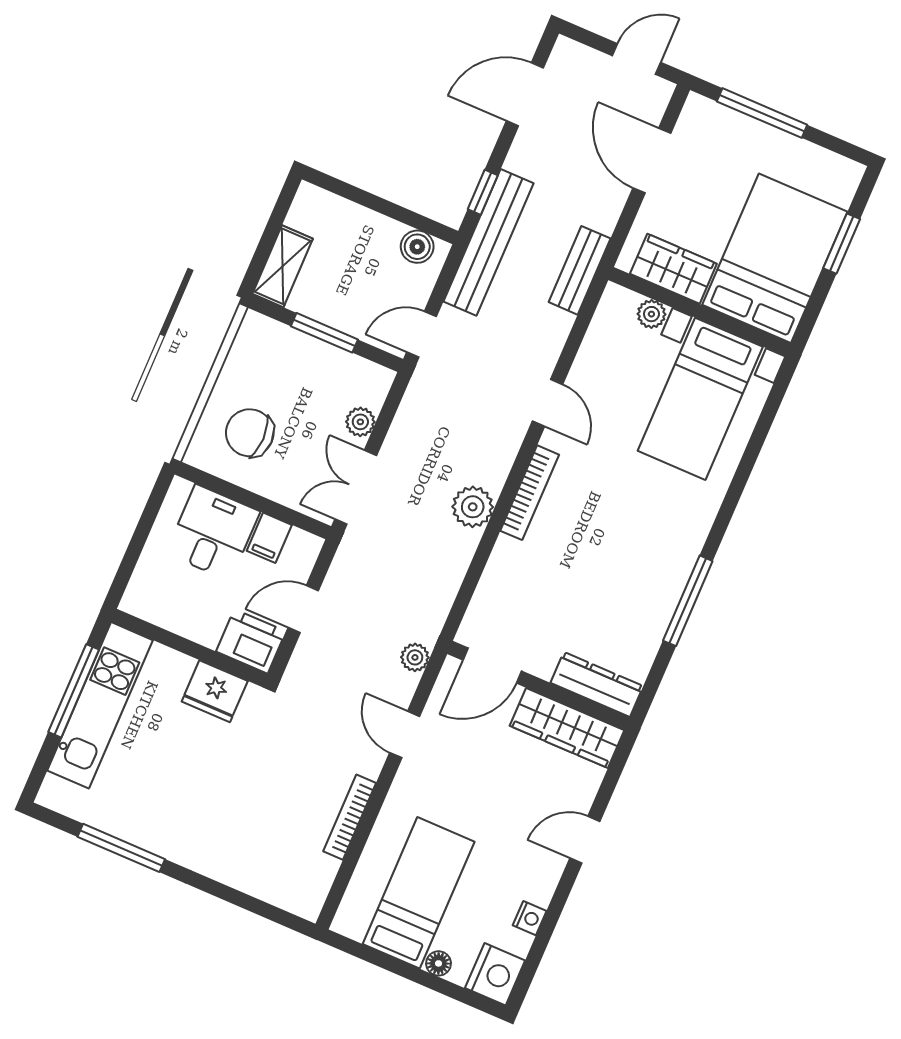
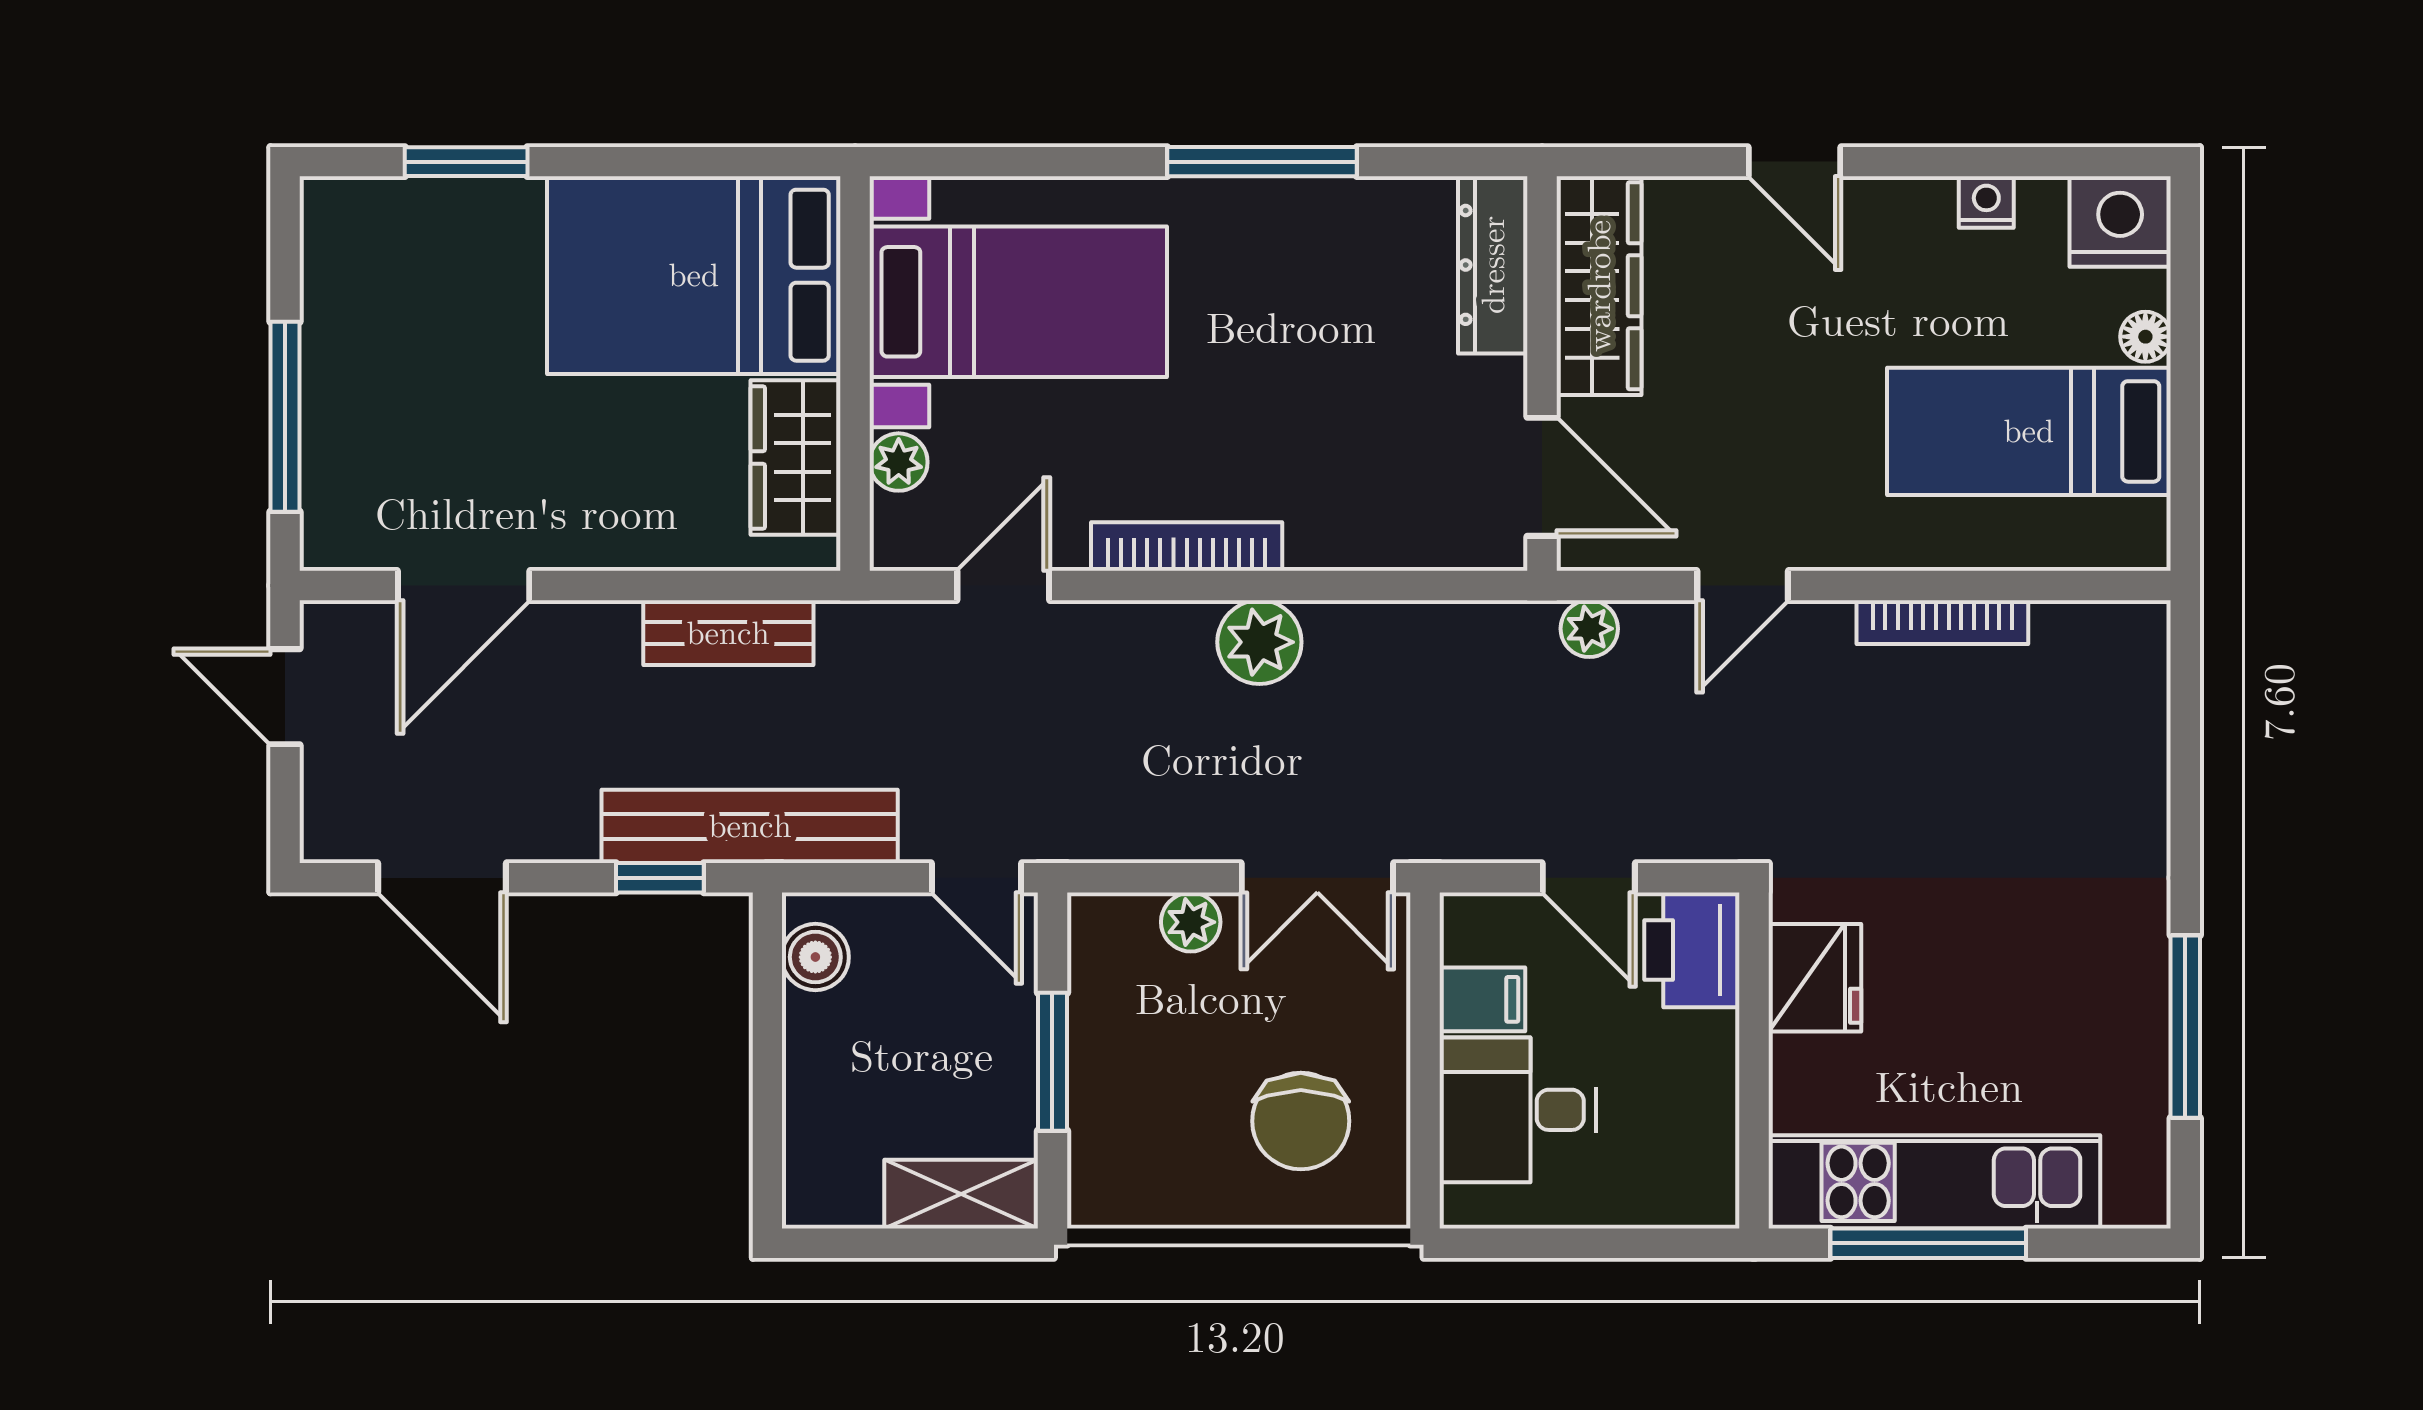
bed: (775, 258) -> (694, 275), moved
wardrobe: (673, 269) -> (796, 457), moved
wall: (700, 312) -> (855, 374), moved
plant: (651, 314) -> (899, 462), moved
bed with nightstands: (700, 399) -> (1018, 302), moved

